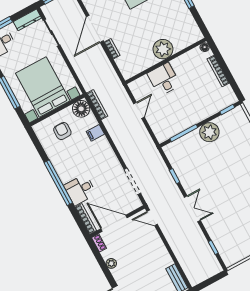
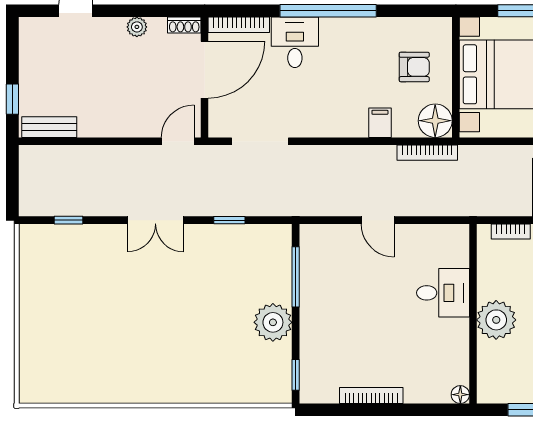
floor lamp: (205, 47) -> (460, 395), moved
plant: (163, 49) -> (496, 320), moved
wall: (166, 61) -> (473, 314), moved
desk: (164, 79) -> (443, 293), moved

